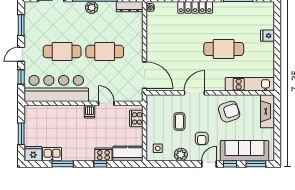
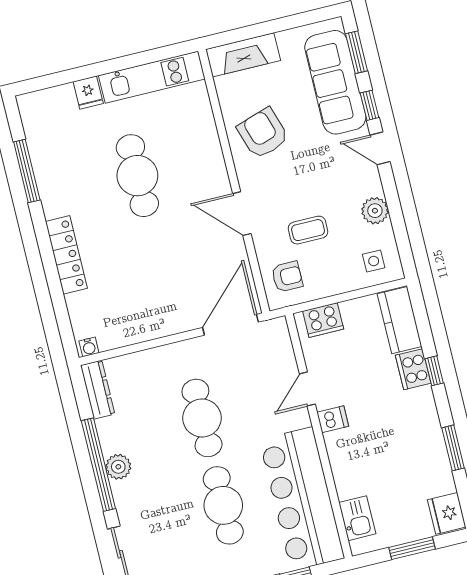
kitchen unit: (250, 84) -> (152, 77), moved, turned -90
armchair: (202, 138) -> (287, 277), moved
kitchen sink: (52, 154) -> (357, 518), moved, turned 180

